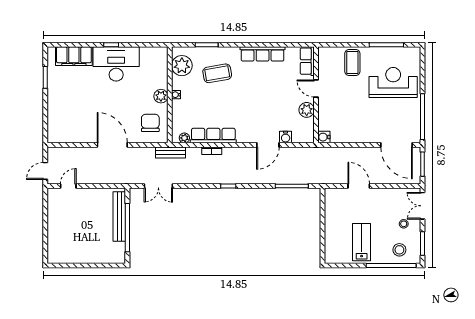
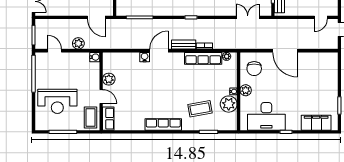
row of seats: (307, 61) -> (108, 119), moved
desk: (116, 64) -> (266, 116), moved
plant: (182, 66) -> (229, 104), moved
door: (316, 89) -> (101, 96), moved
wall: (316, 95) -> (101, 91), moved
plant: (307, 110) -> (109, 79), moved
water cooler: (324, 137) -> (95, 57), moved
door: (397, 145) -> (55, 51), width x0.53
bench: (170, 152) -> (184, 45), moved
plant: (367, 154) -> (78, 43), added
door: (359, 186) -> (96, 17), moved

